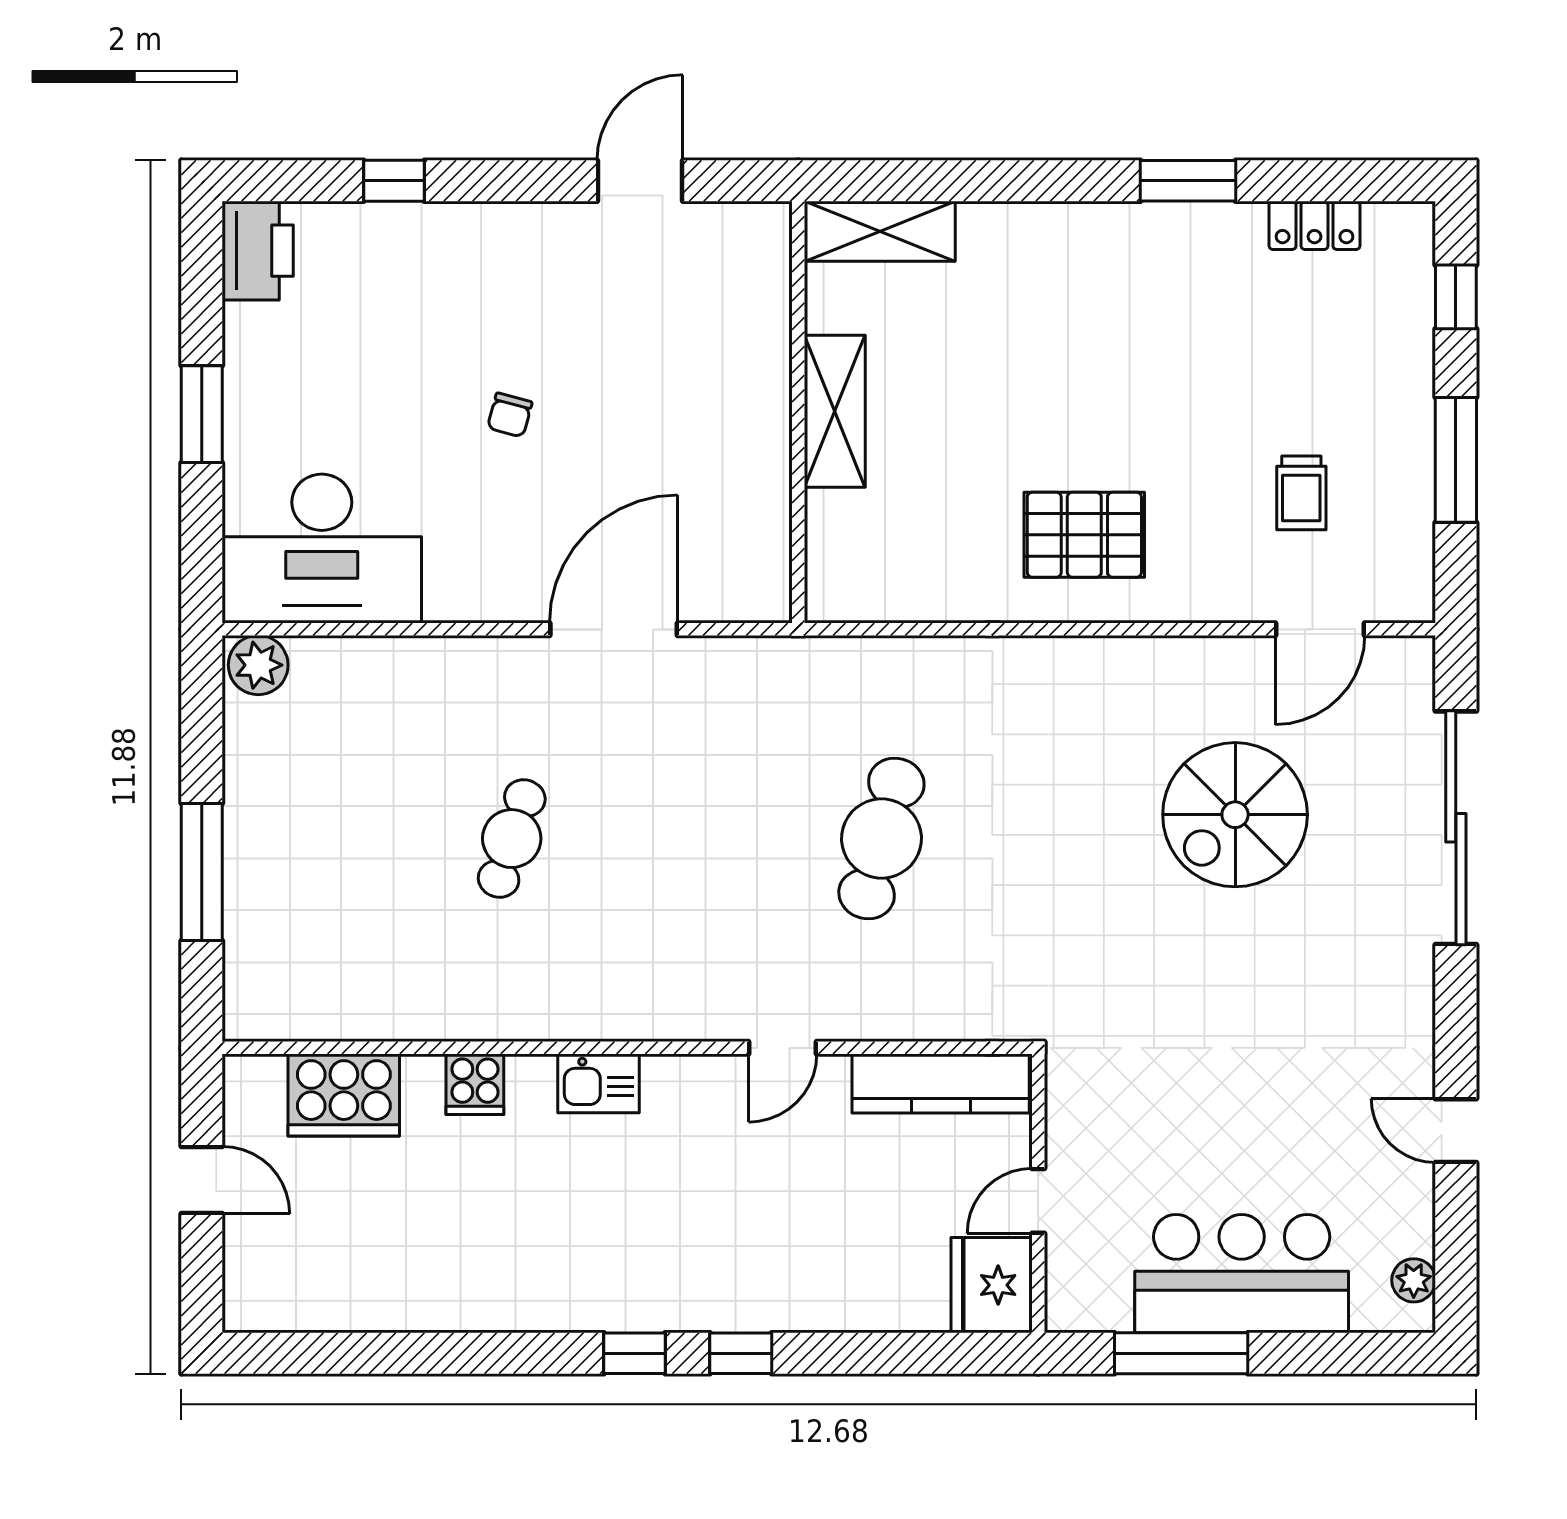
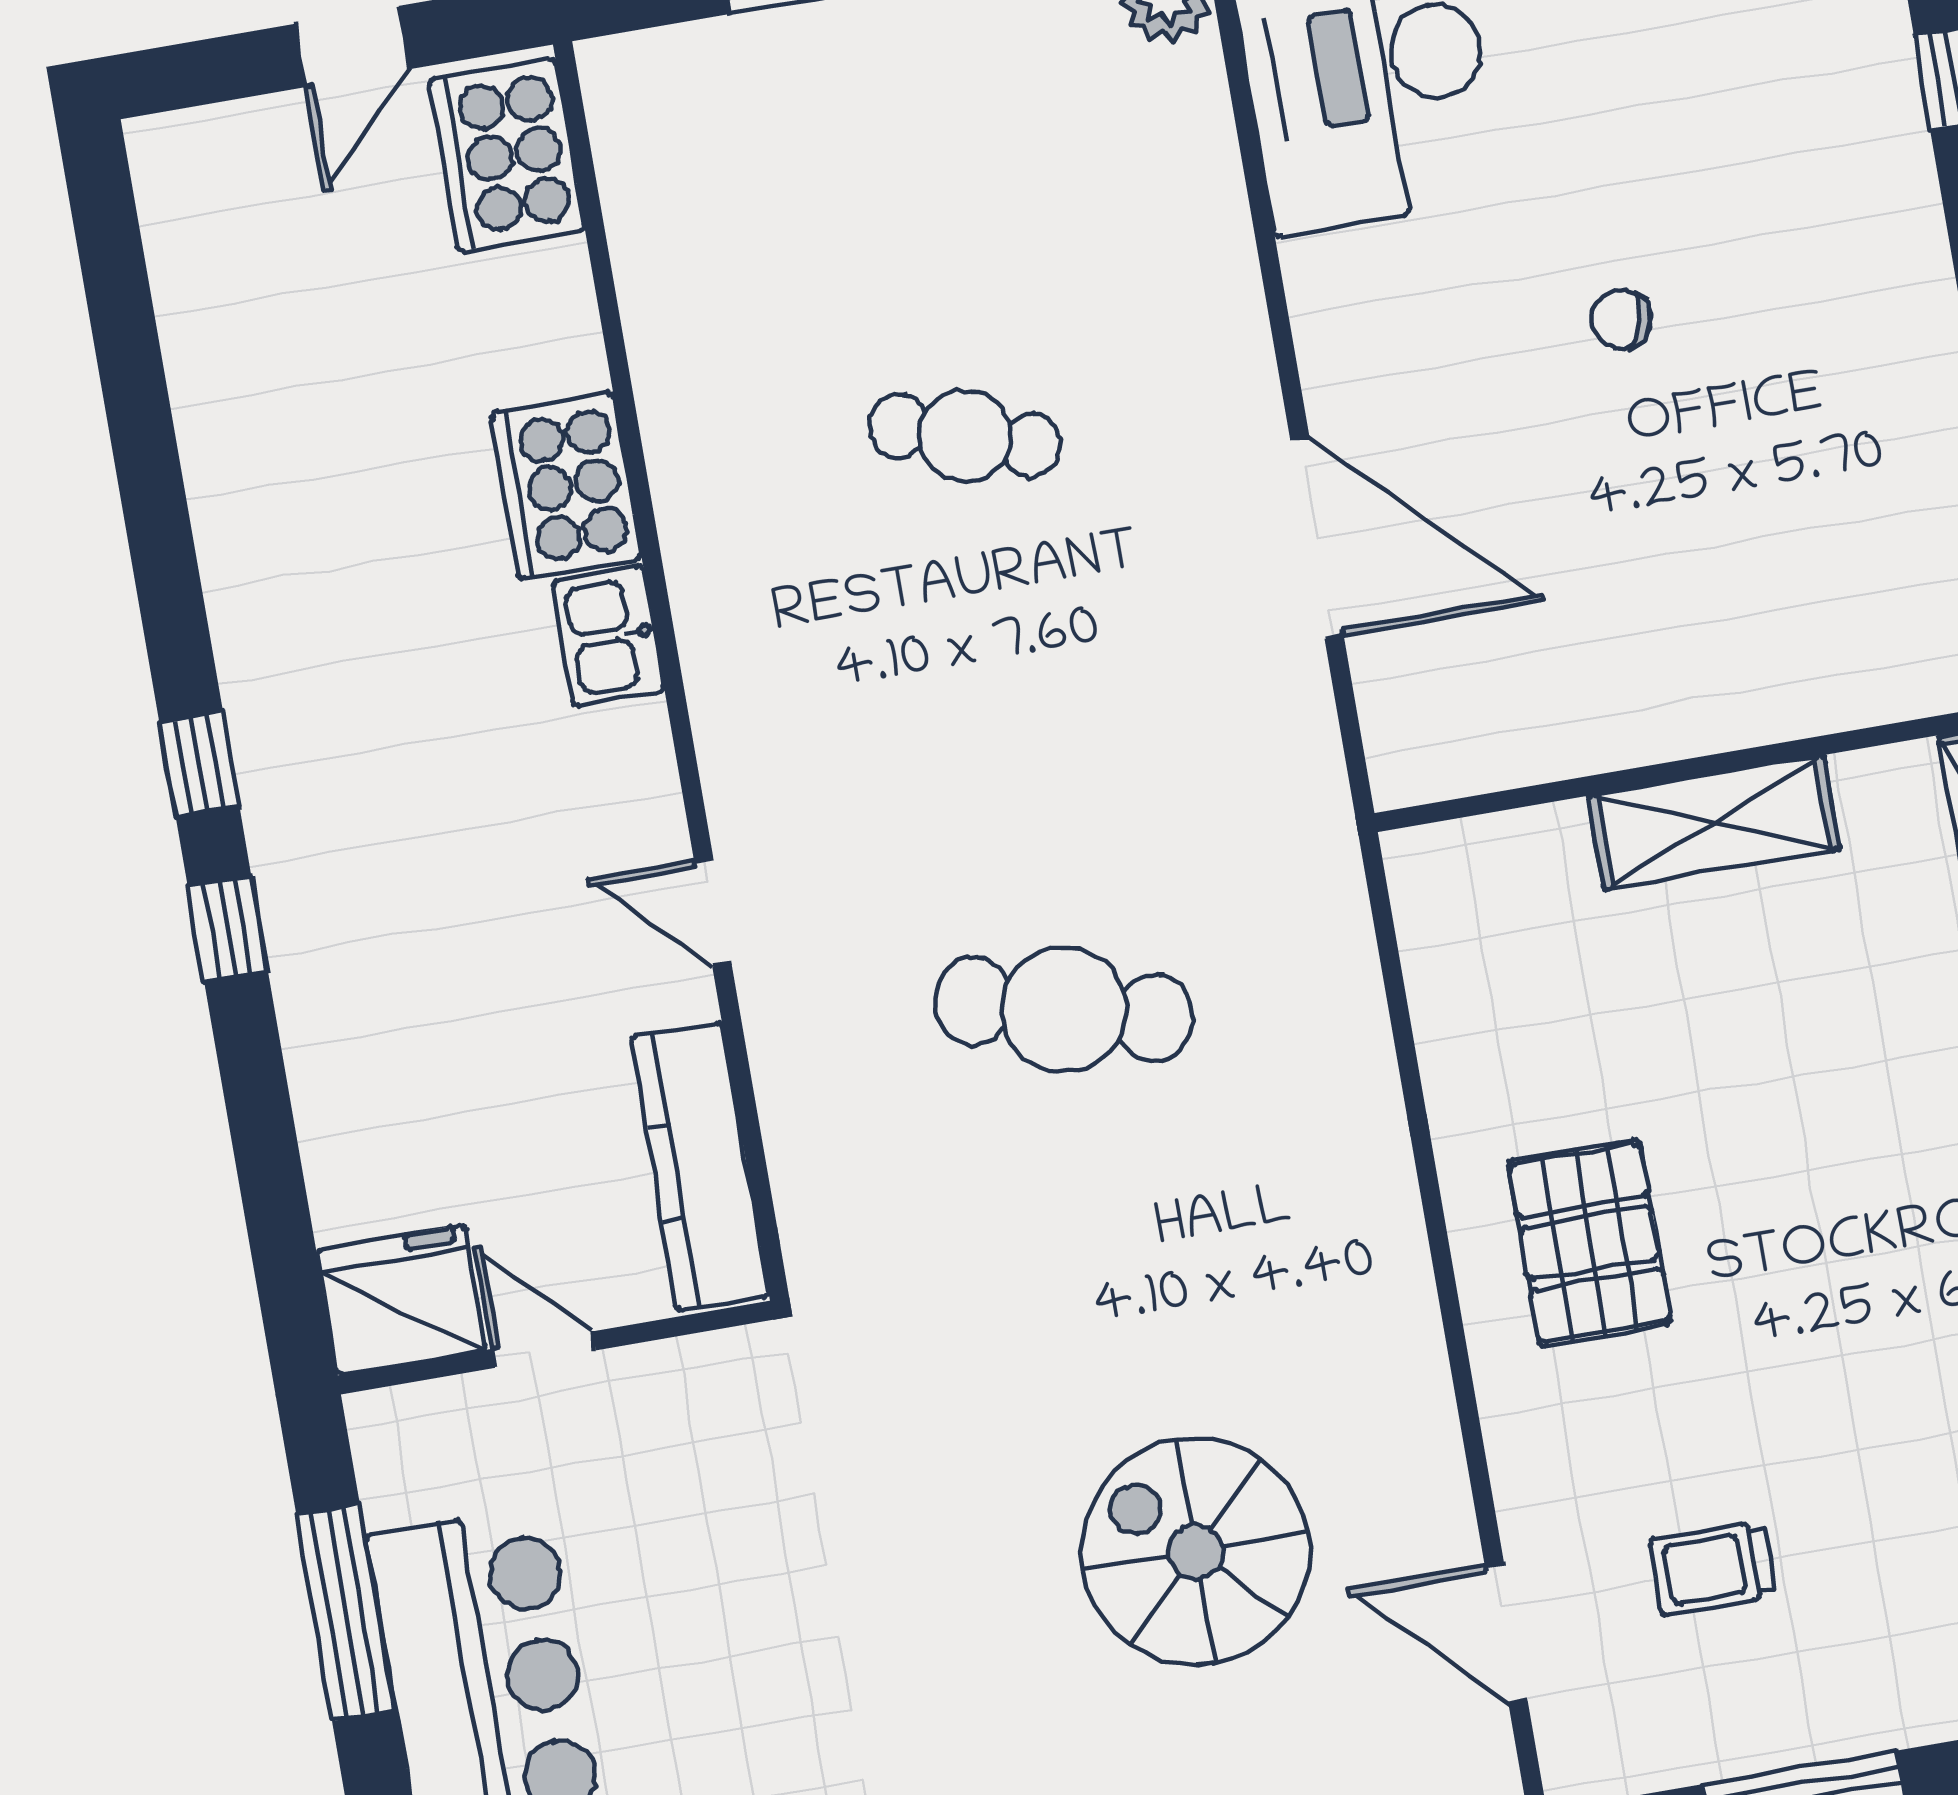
cooker: (475, 1084) -> (566, 486), width x1.87, depth x1.31
cooker: (344, 1095) -> (507, 155), moved

